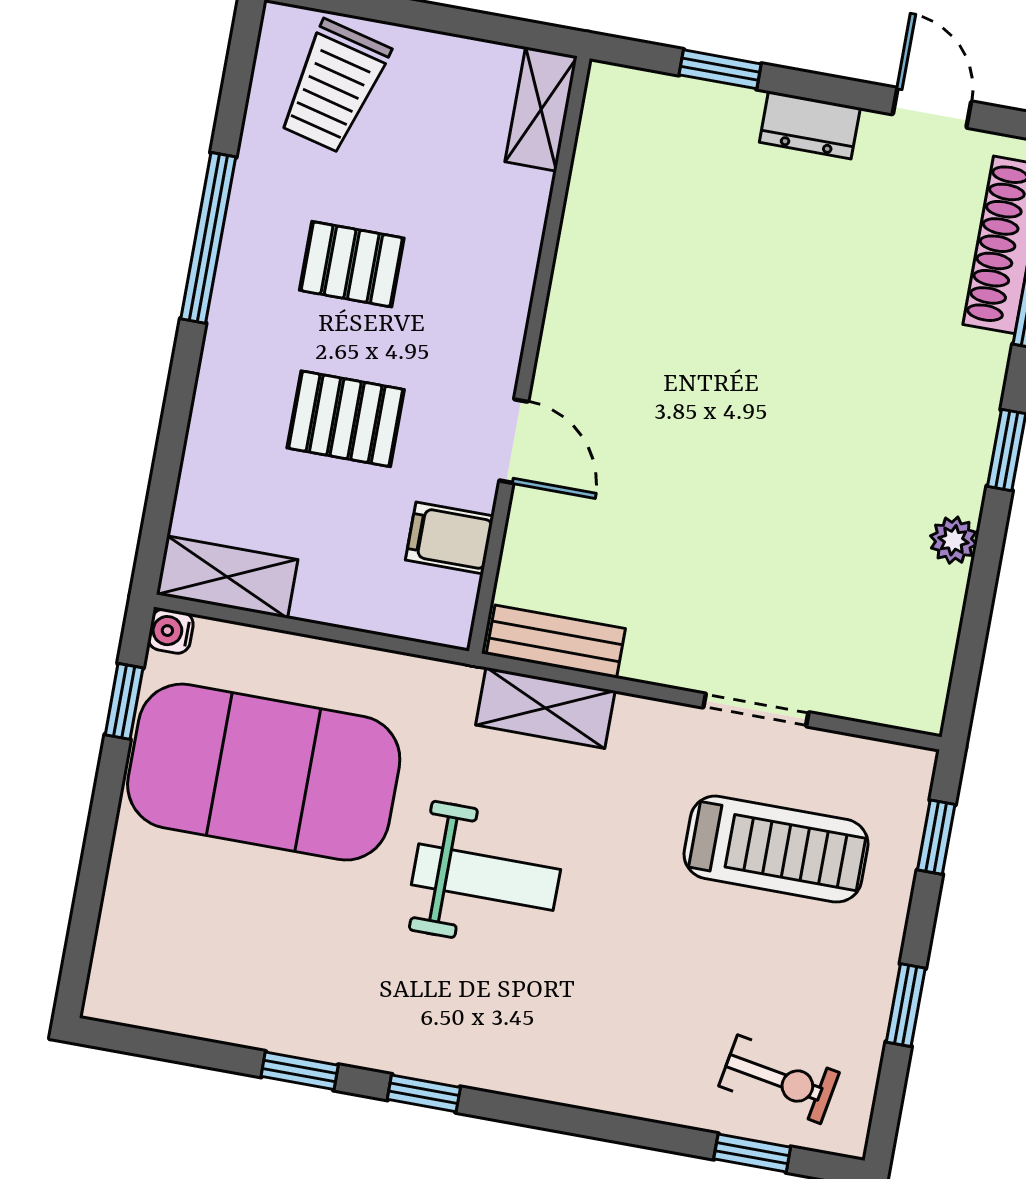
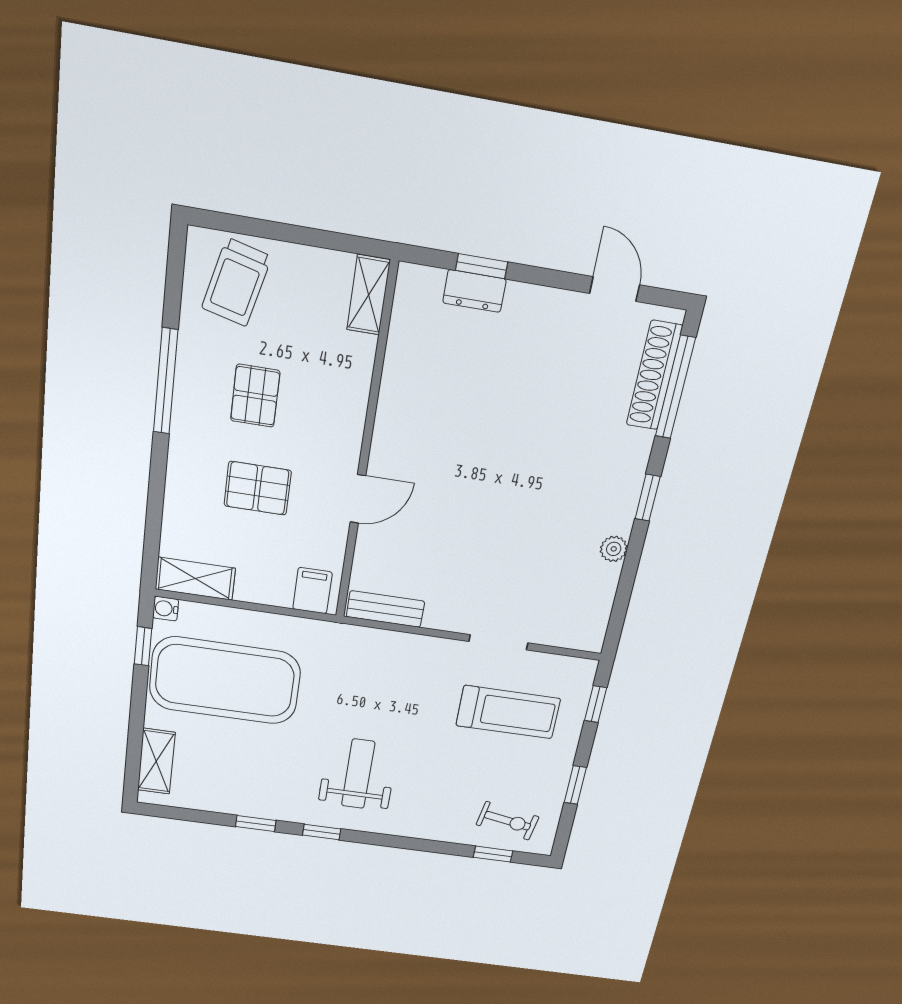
dresser: (810, 125) -> (474, 291), moved
pallet: (352, 264) -> (255, 396), turned 90
door: (514, 441) -> (358, 499), hinge flipped
filing cabinet: (450, 538) -> (312, 591), moved, turned 90
shelving: (545, 708) -> (156, 761), moved, turned 90
weight bench: (486, 877) -> (358, 774), moved, turned -90

